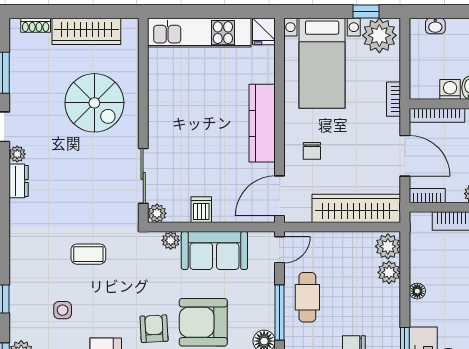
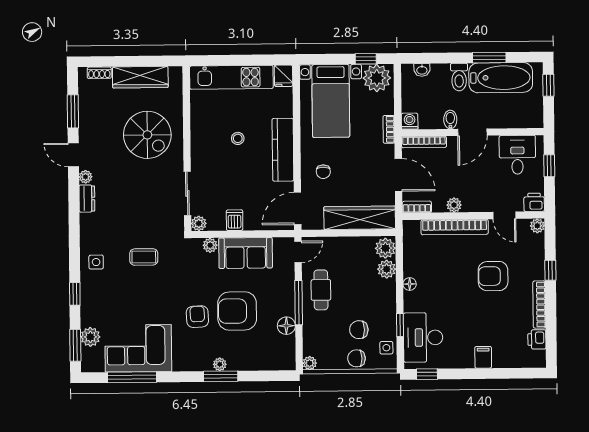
washing machine: (450, 89) -> (410, 121), moved
stool: (206, 108) -> (238, 138), added
side table: (63, 310) -> (96, 262), moved

